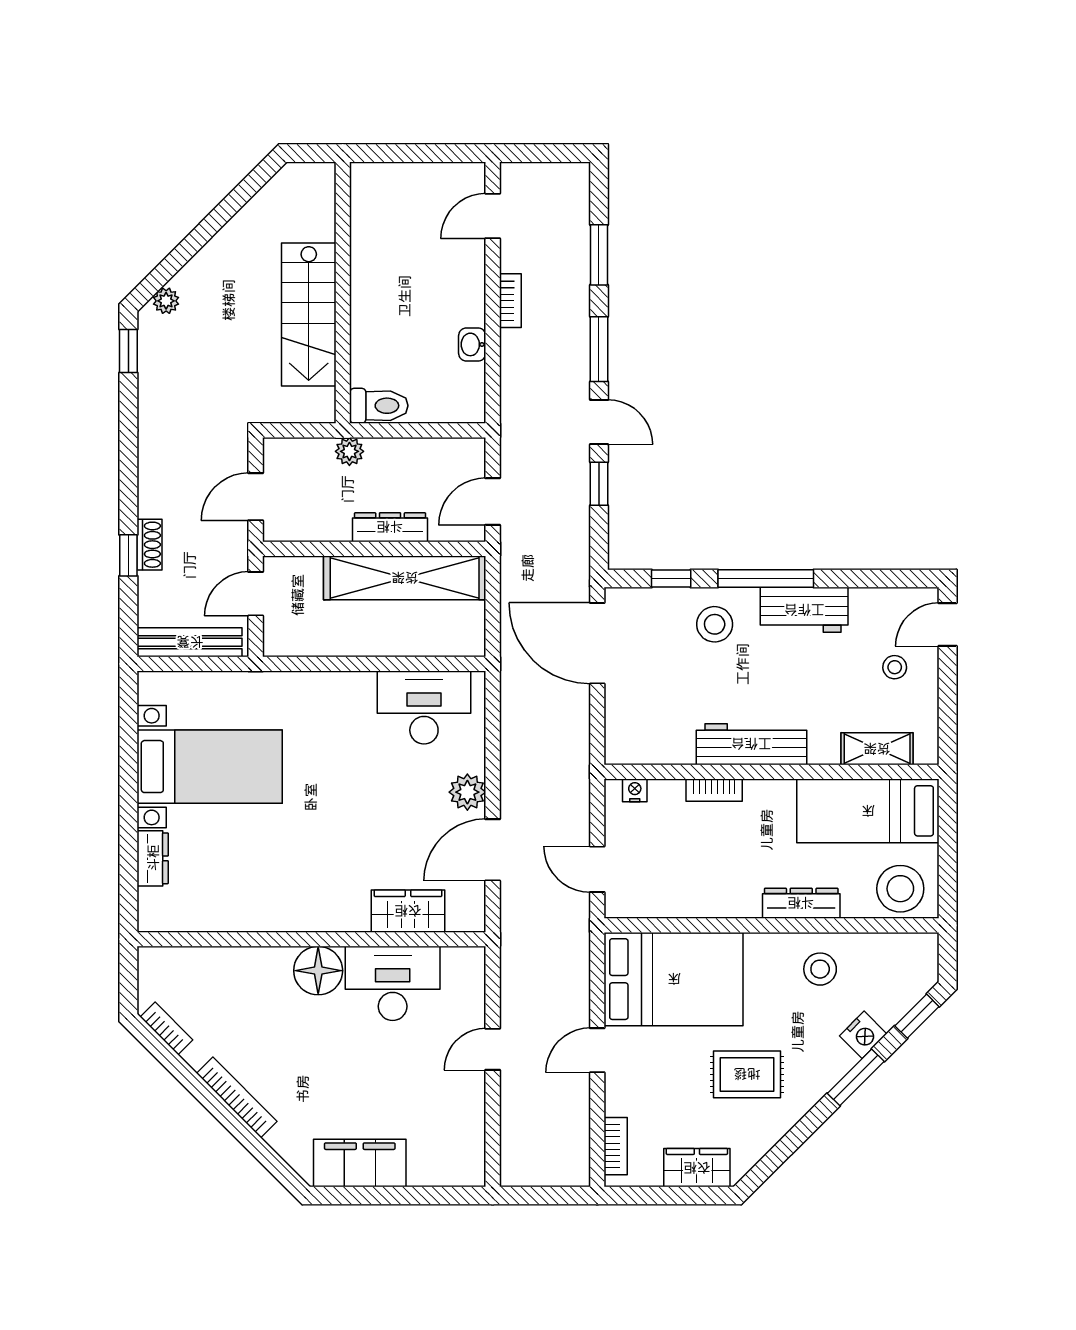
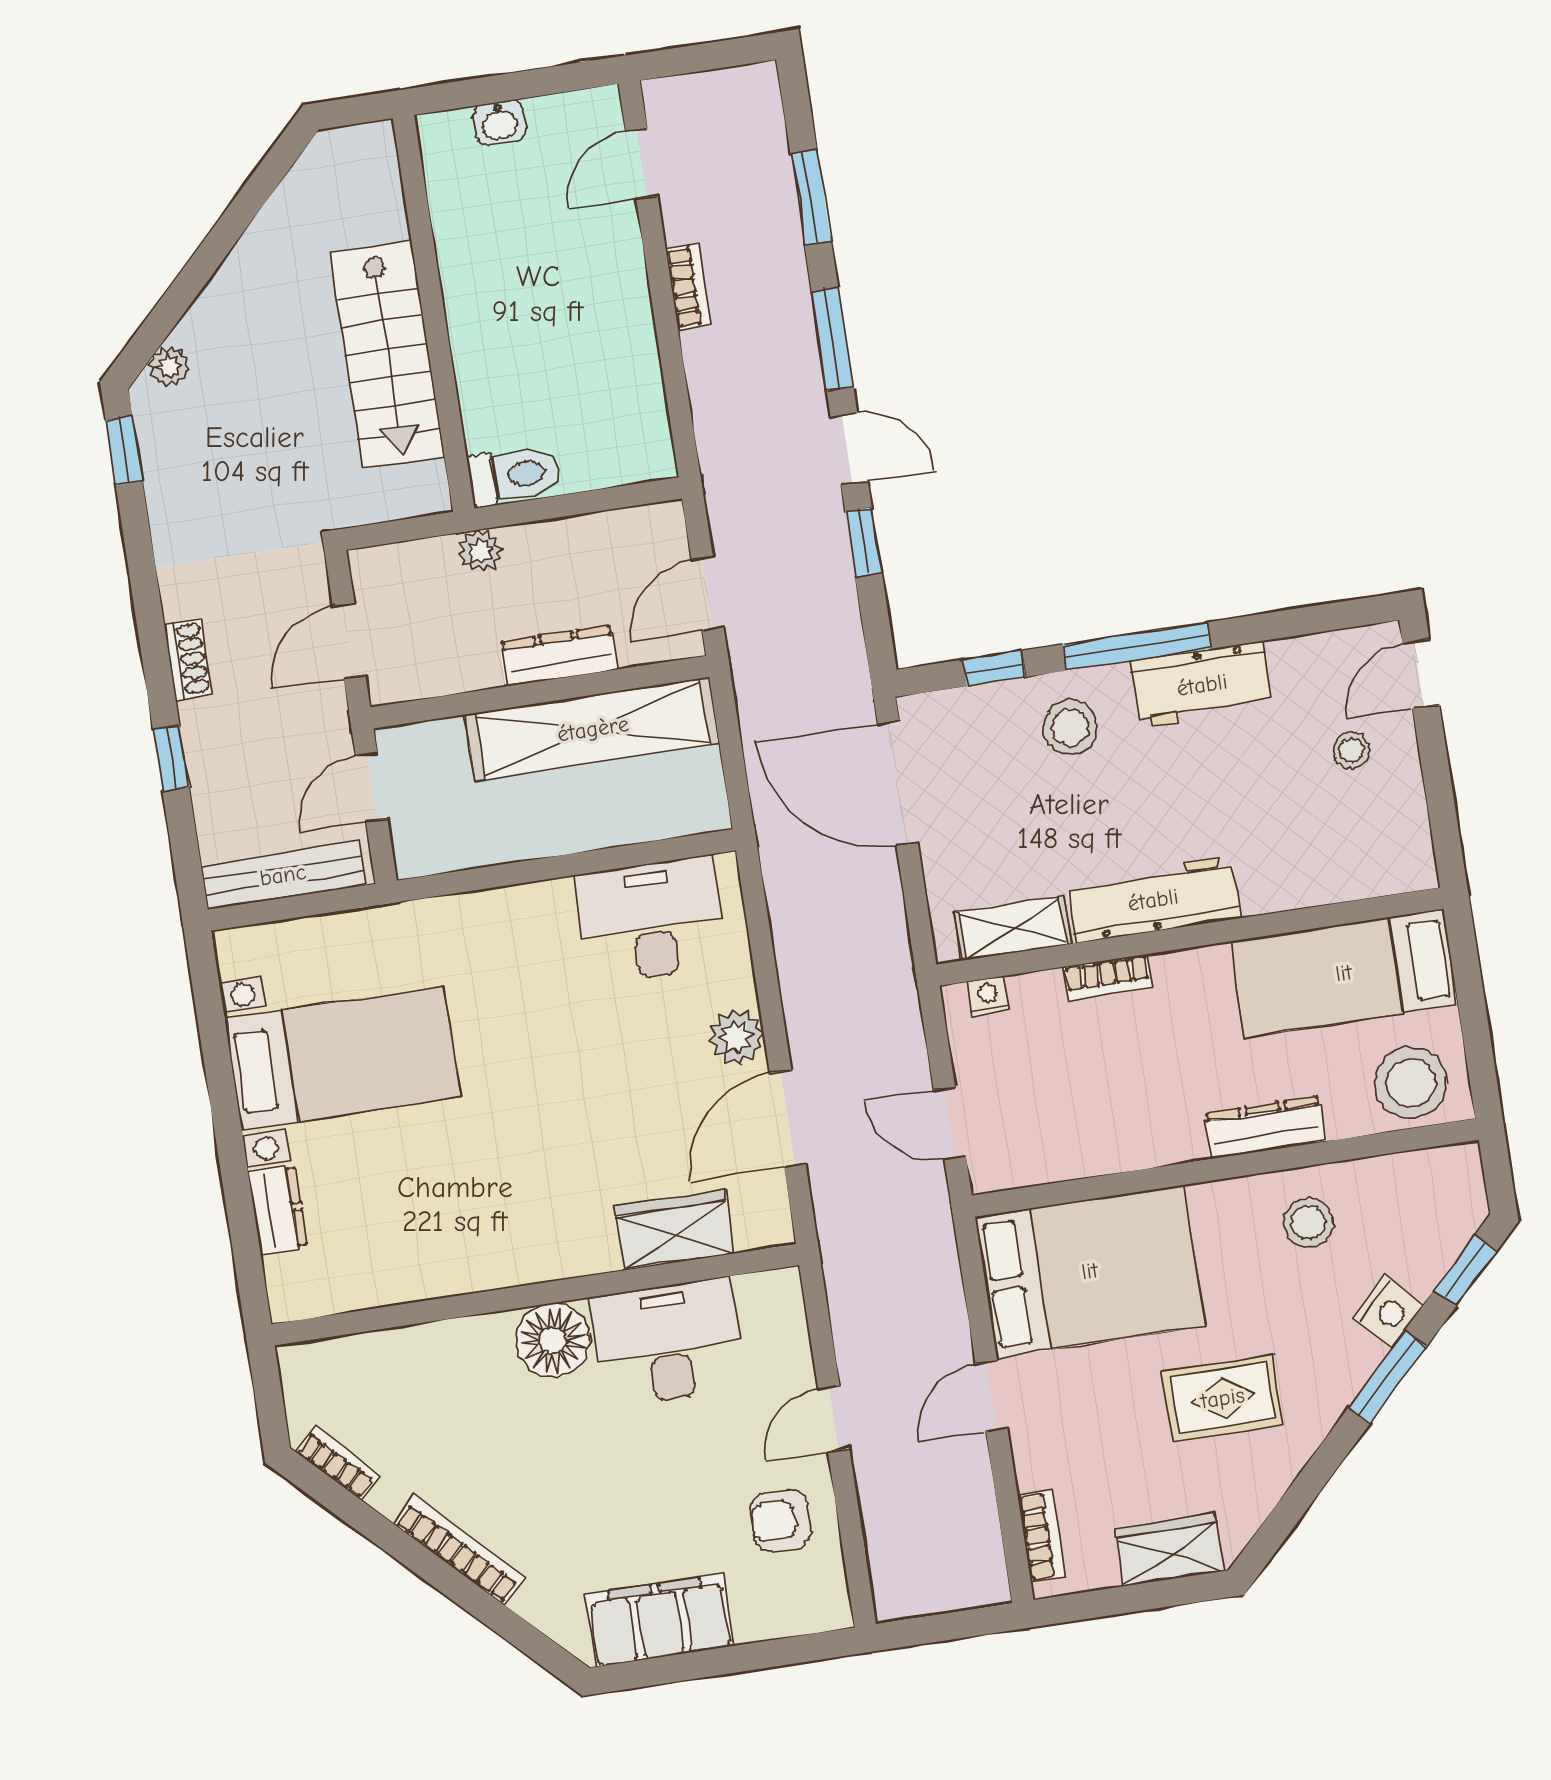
washbasin: (472, 344) -> (500, 123), moved, turned -90
shoe rack: (149, 545) -> (188, 659), moved
shelving: (877, 749) -> (1013, 928), moved
armchair: (448, 1110) -> (781, 1520), added

